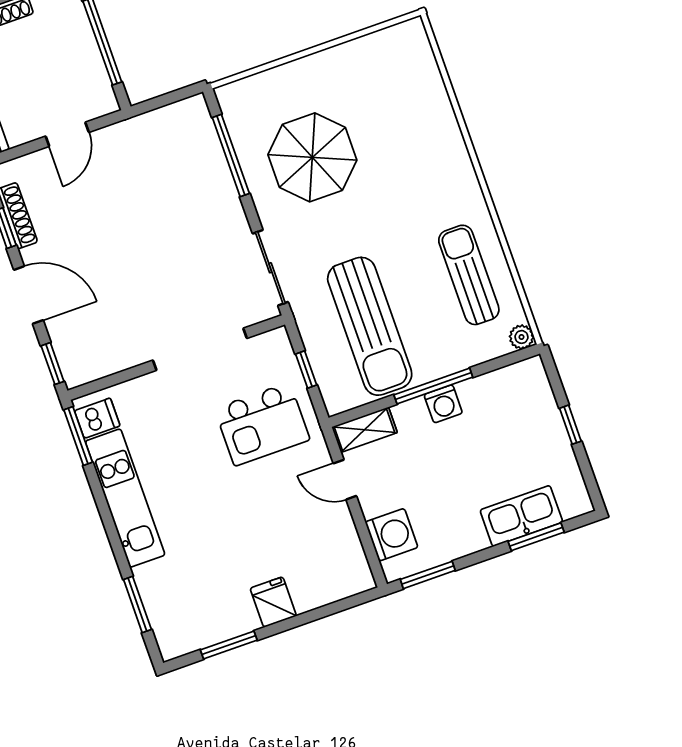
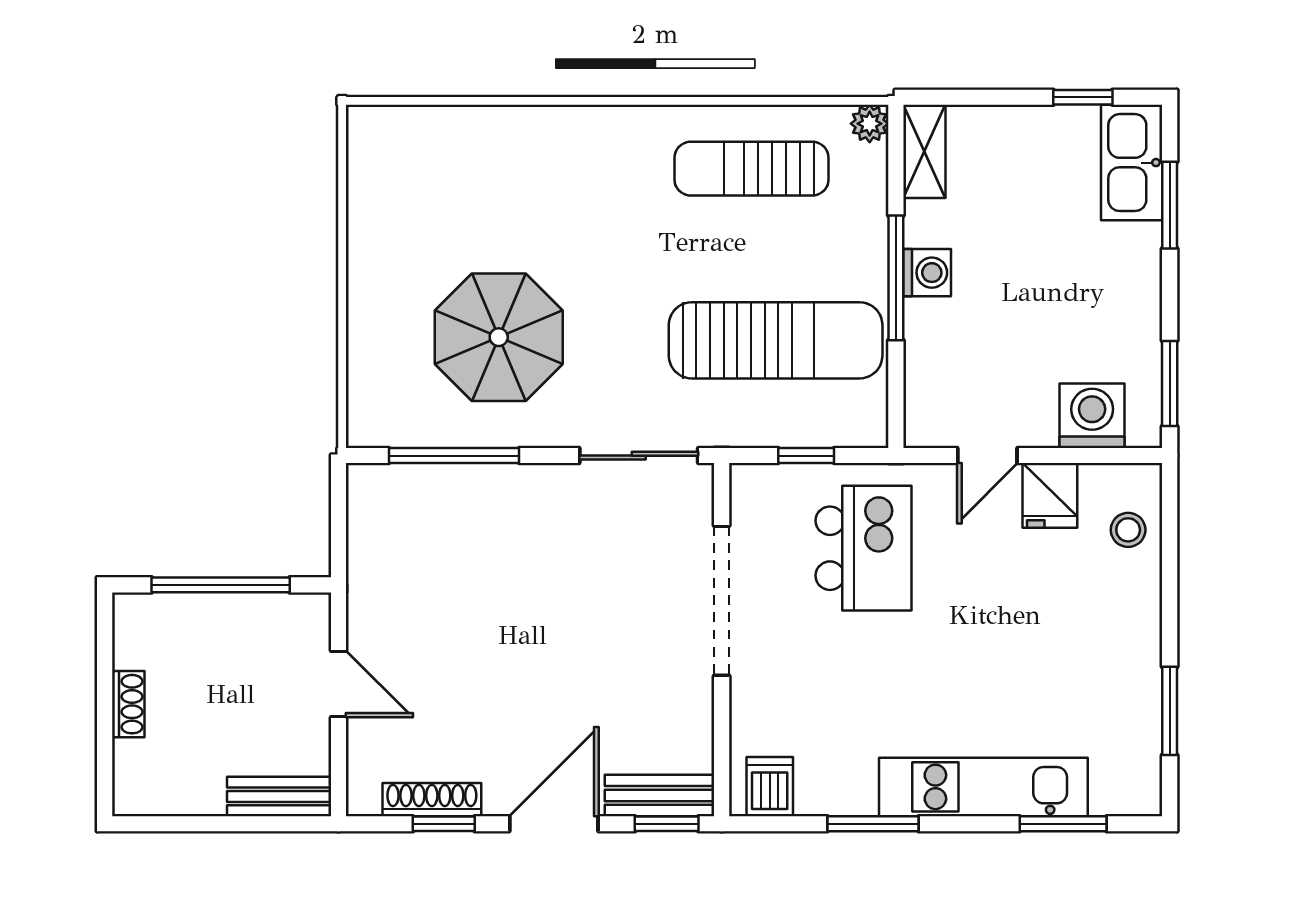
bench: (68, 353) -> (659, 795), added
window: (570, 425) -> (1083, 97), moved
shelving: (364, 430) -> (924, 151), moved
window: (78, 436) -> (873, 824), moved
kitchen unit: (125, 498) -> (983, 787), moved
kitchen sink: (521, 516) -> (1132, 163), moved
stool: (330, 581) -> (1128, 530), added
fridge: (273, 602) -> (1050, 495), moved, turned -90

